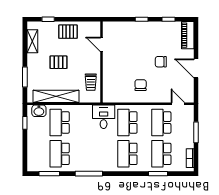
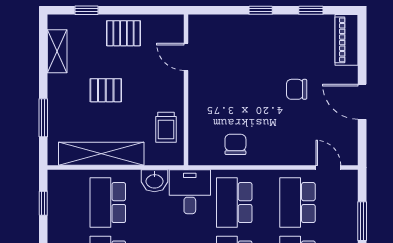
chair: (141, 85) -> (235, 144), moved
washbasin: (39, 111) -> (154, 181), moved

